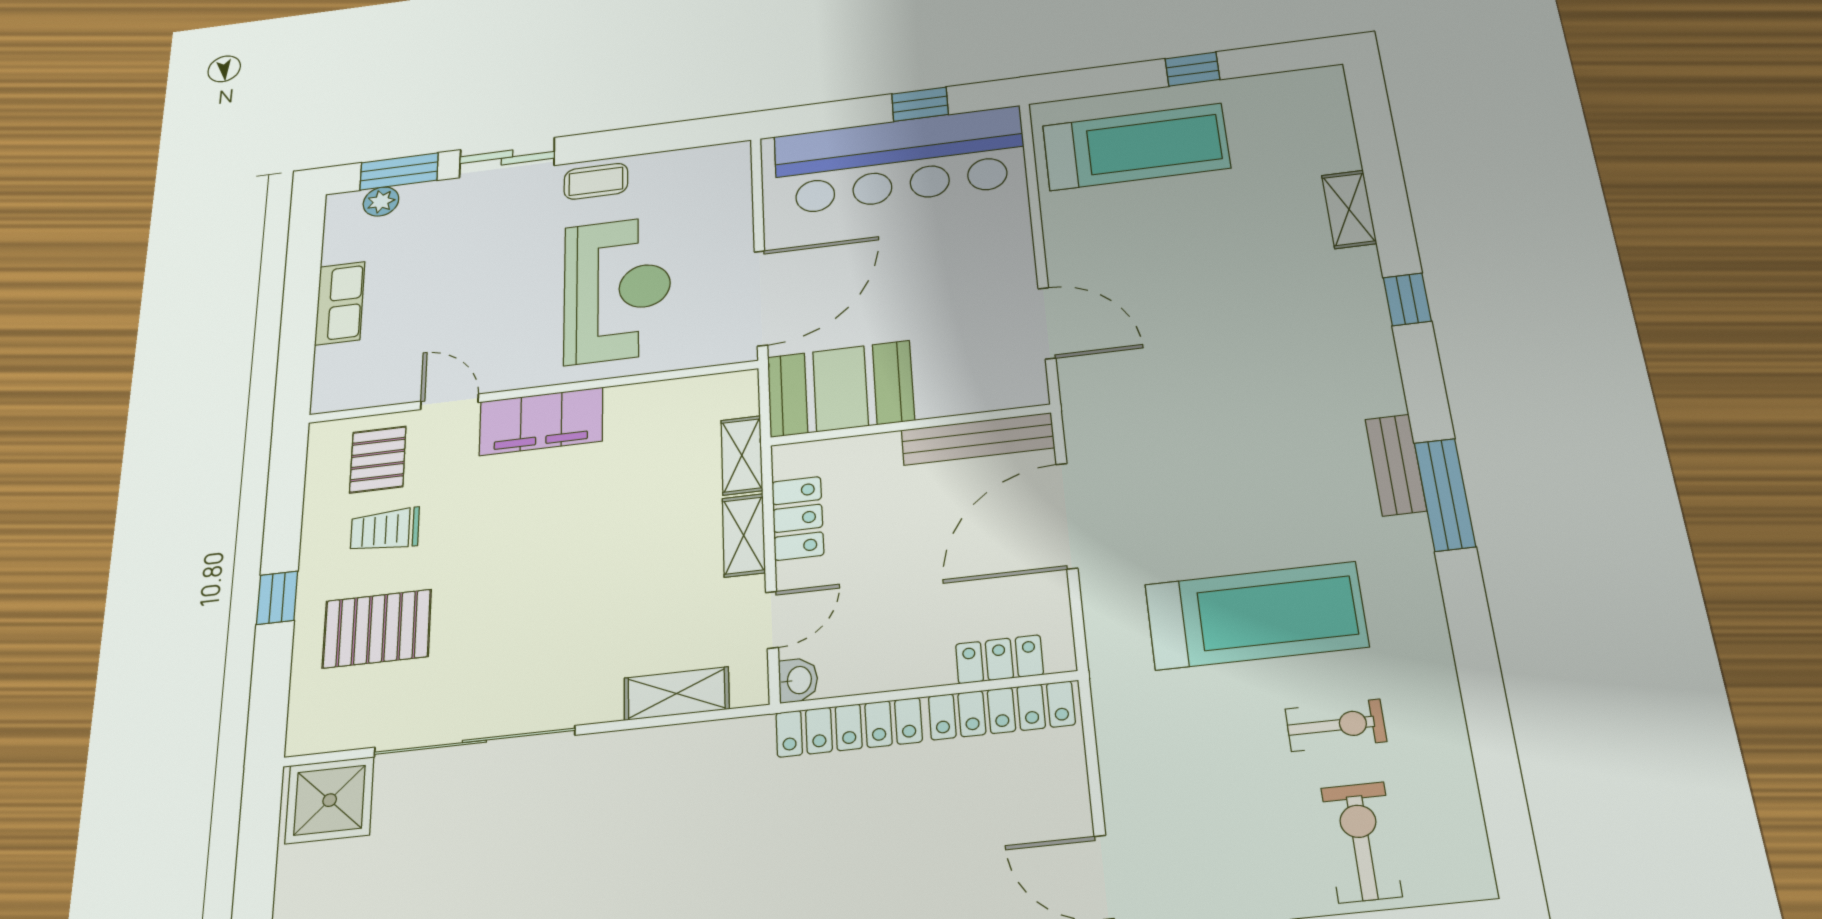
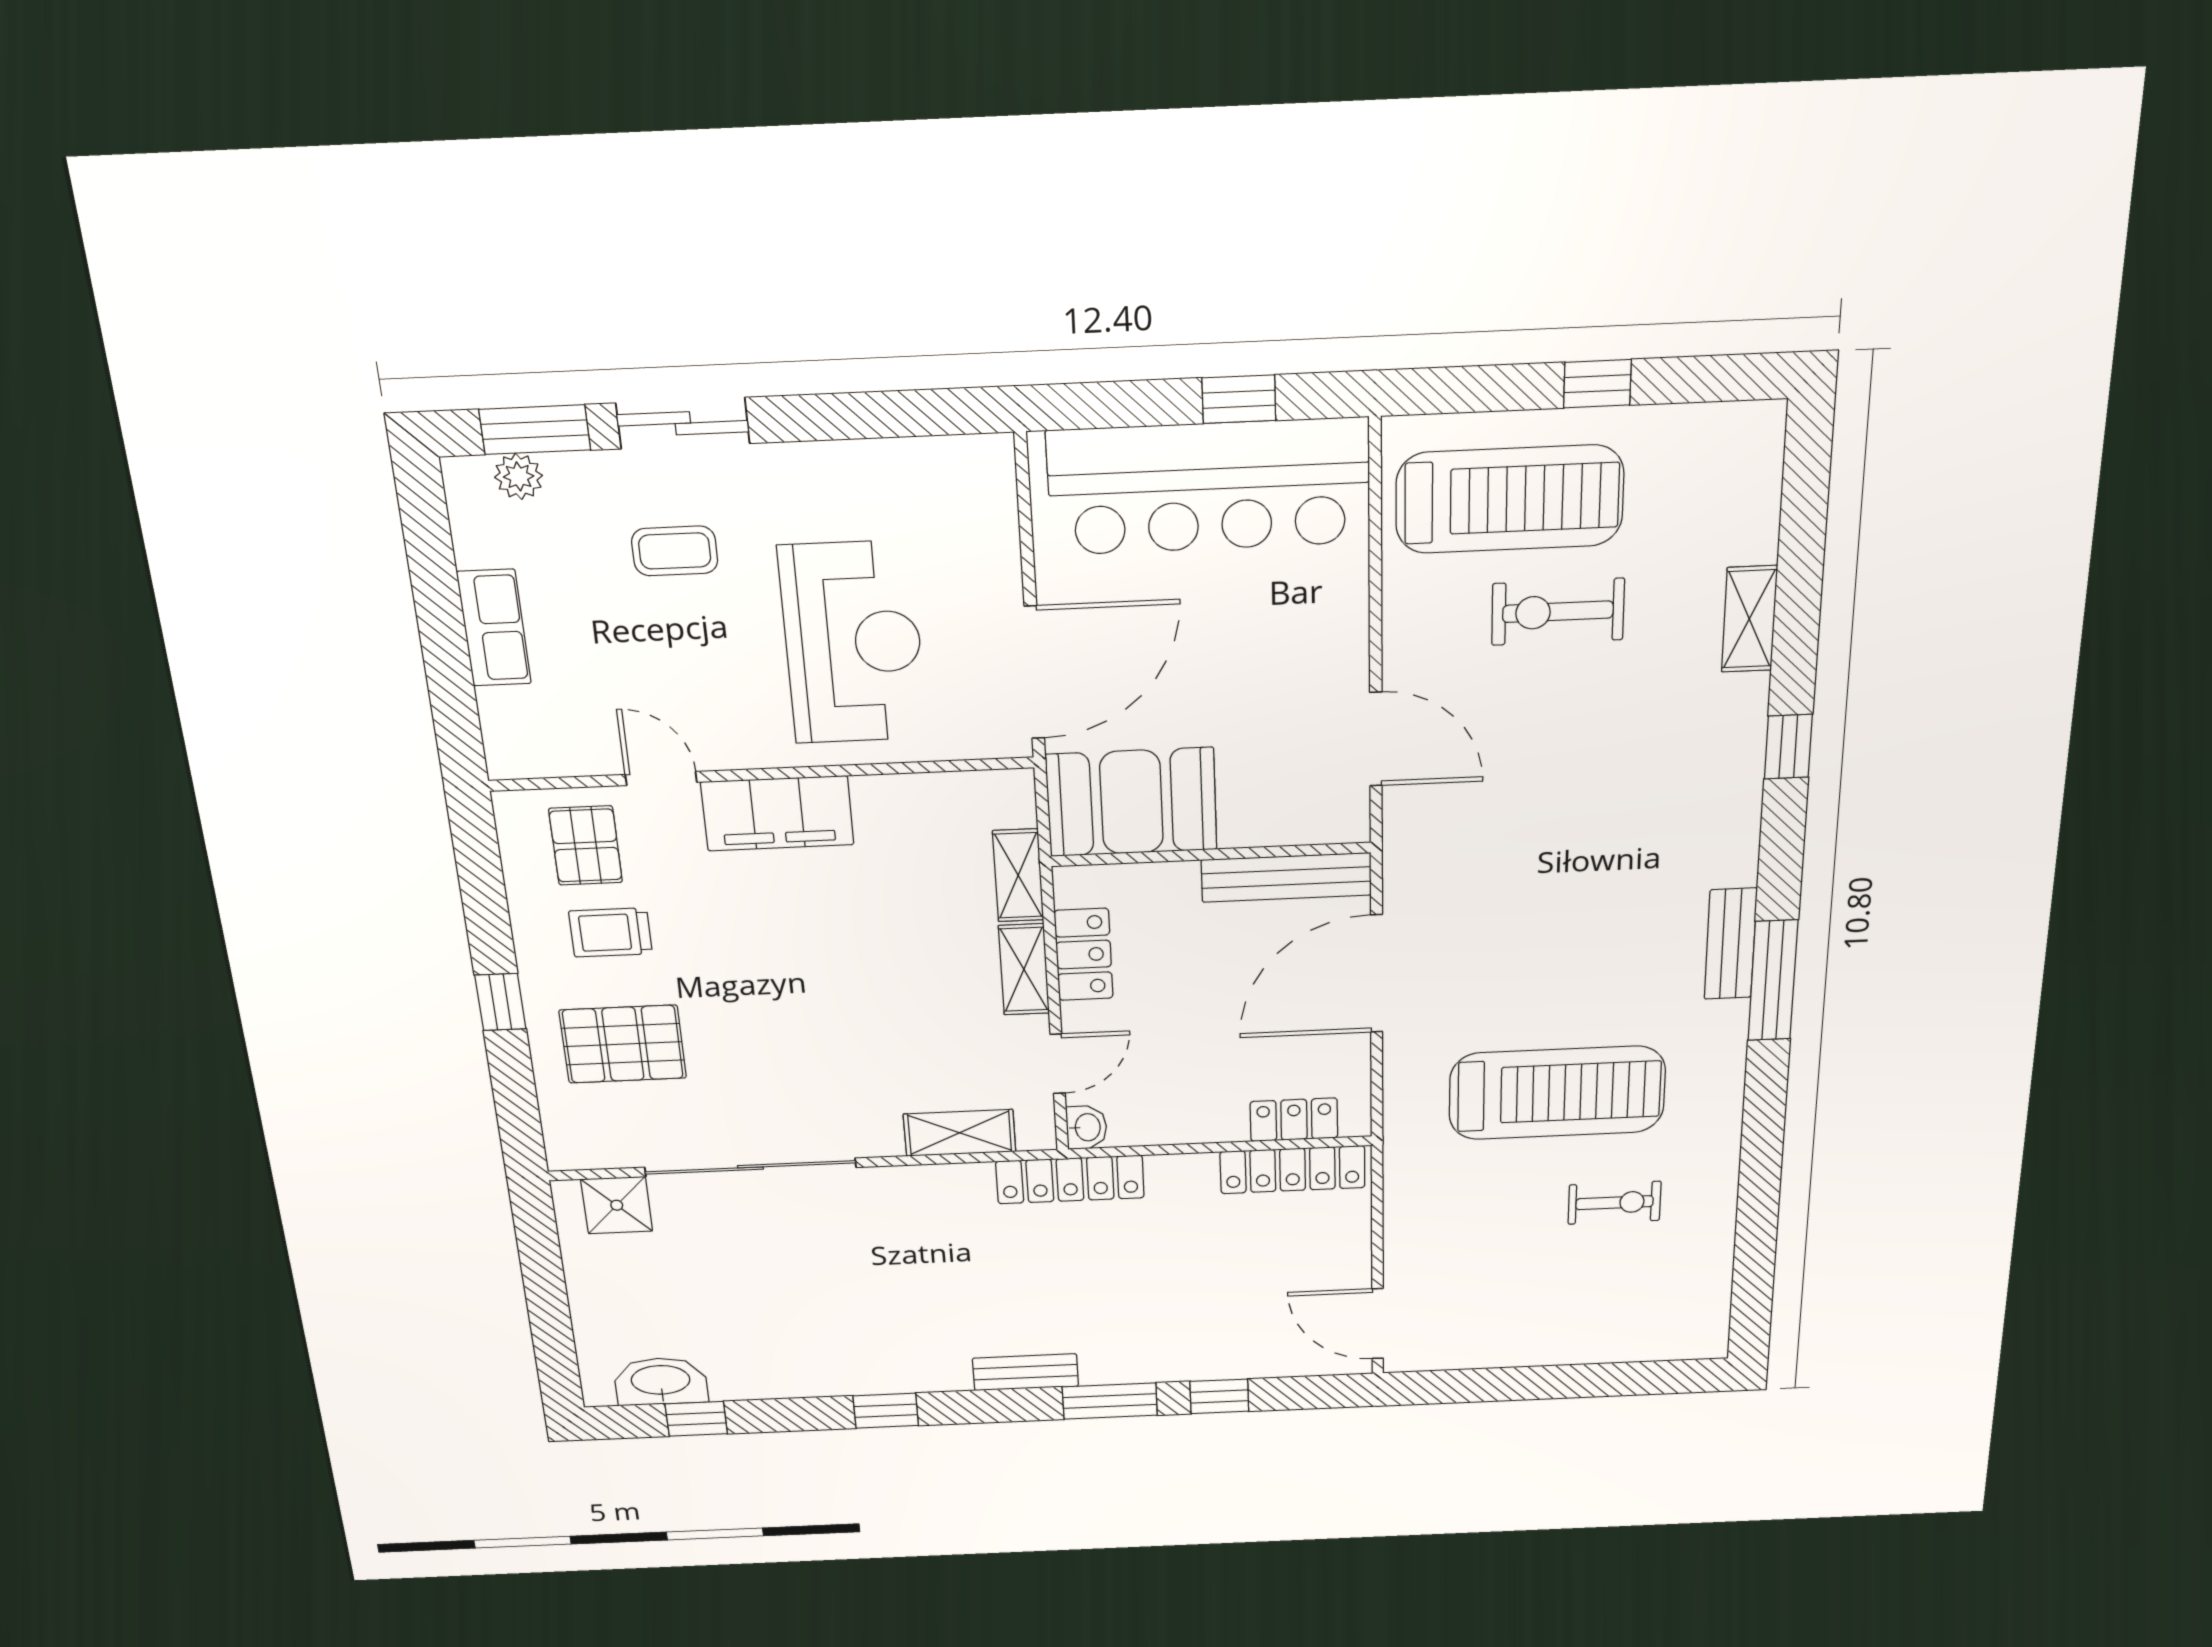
coffee table: (596, 181) -> (675, 551), moved
locker: (849, 727) -> (1070, 1180), moved
shower: (330, 800) -> (617, 1205), width x0.73, depth x0.73
exercise bike: (1361, 842) -> (1558, 612), moved, turned -90

